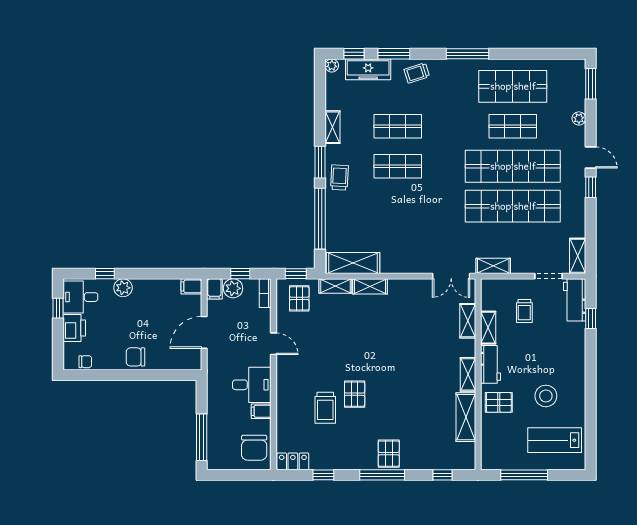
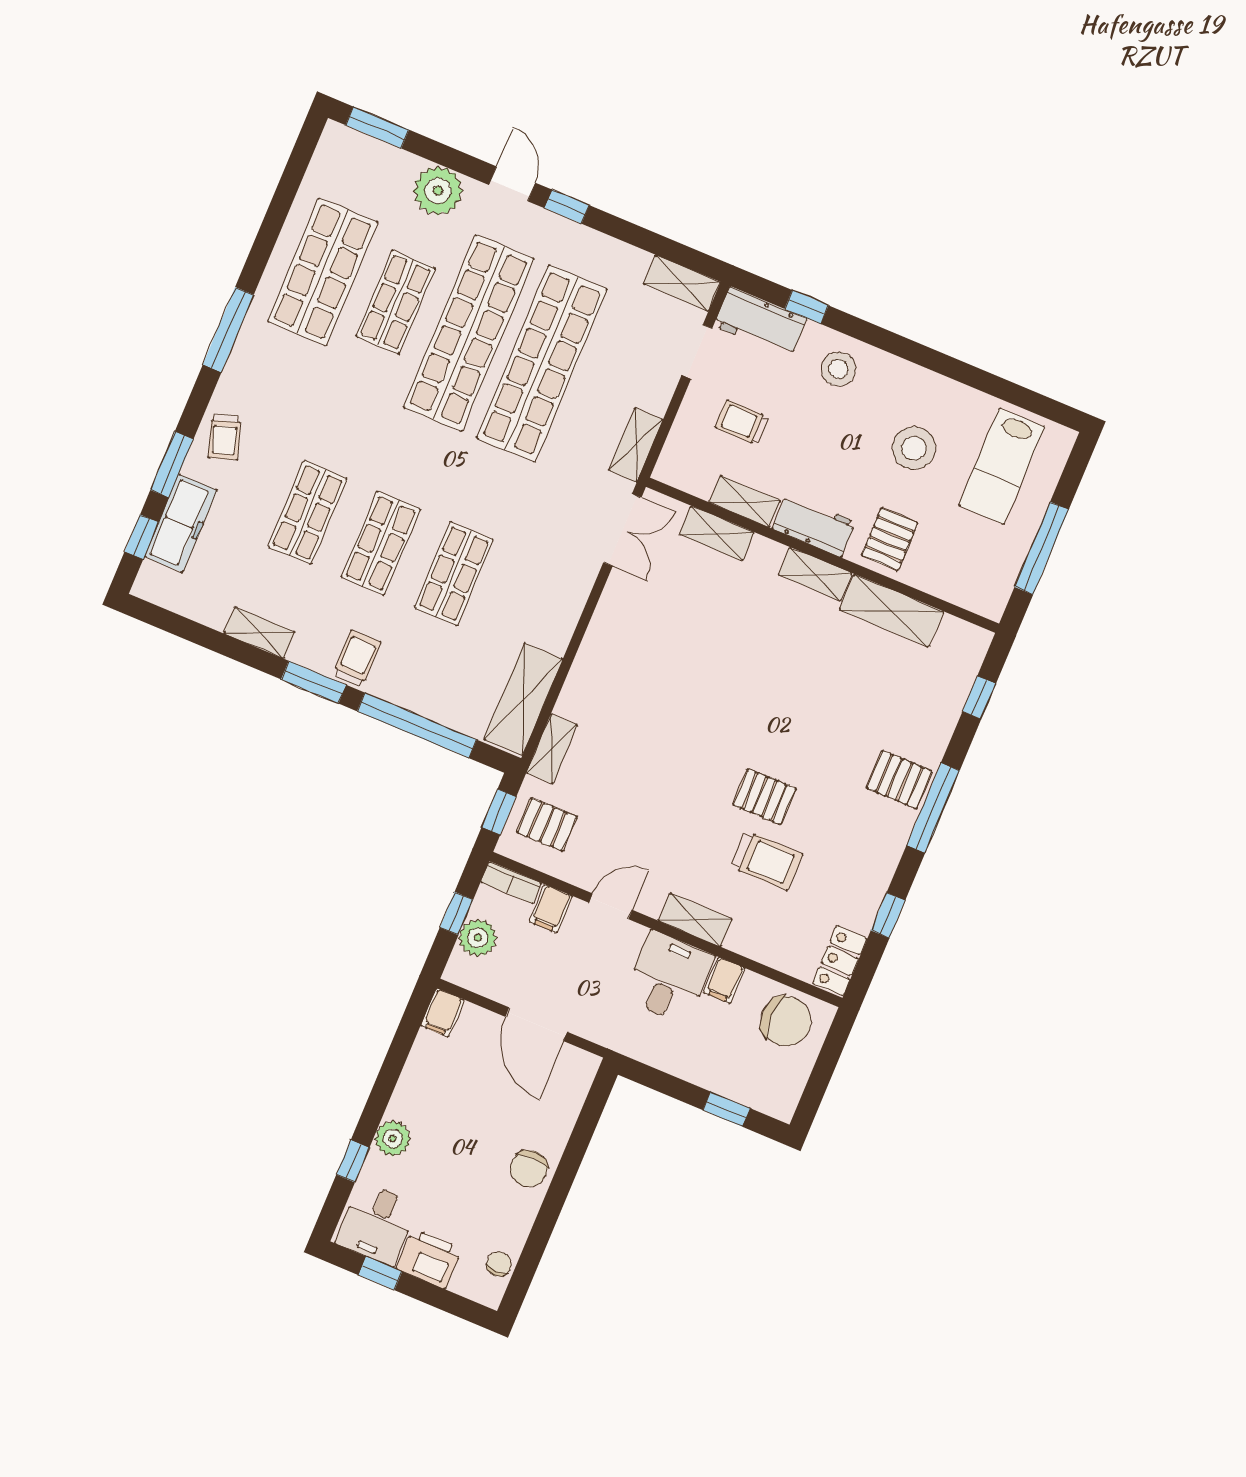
plant: (332, 66) -> (146, 587), removed
plant: (579, 118) -> (438, 191), width x1.87, depth x1.87
door: (591, 157) -> (512, 184), hinge flipped
trolley: (339, 178) -> (357, 658), turned 87
shop shelf: (398, 206) -> (454, 574), added
shelving: (370, 286) -> (695, 920), moved, turned 90
filing cabinet: (214, 289) -> (551, 909), moved, turned 90
trolley: (524, 311) -> (742, 423), turned 180
stool: (568, 345) -> (839, 369), added
window: (202, 437) -> (726, 1109), width x0.46

